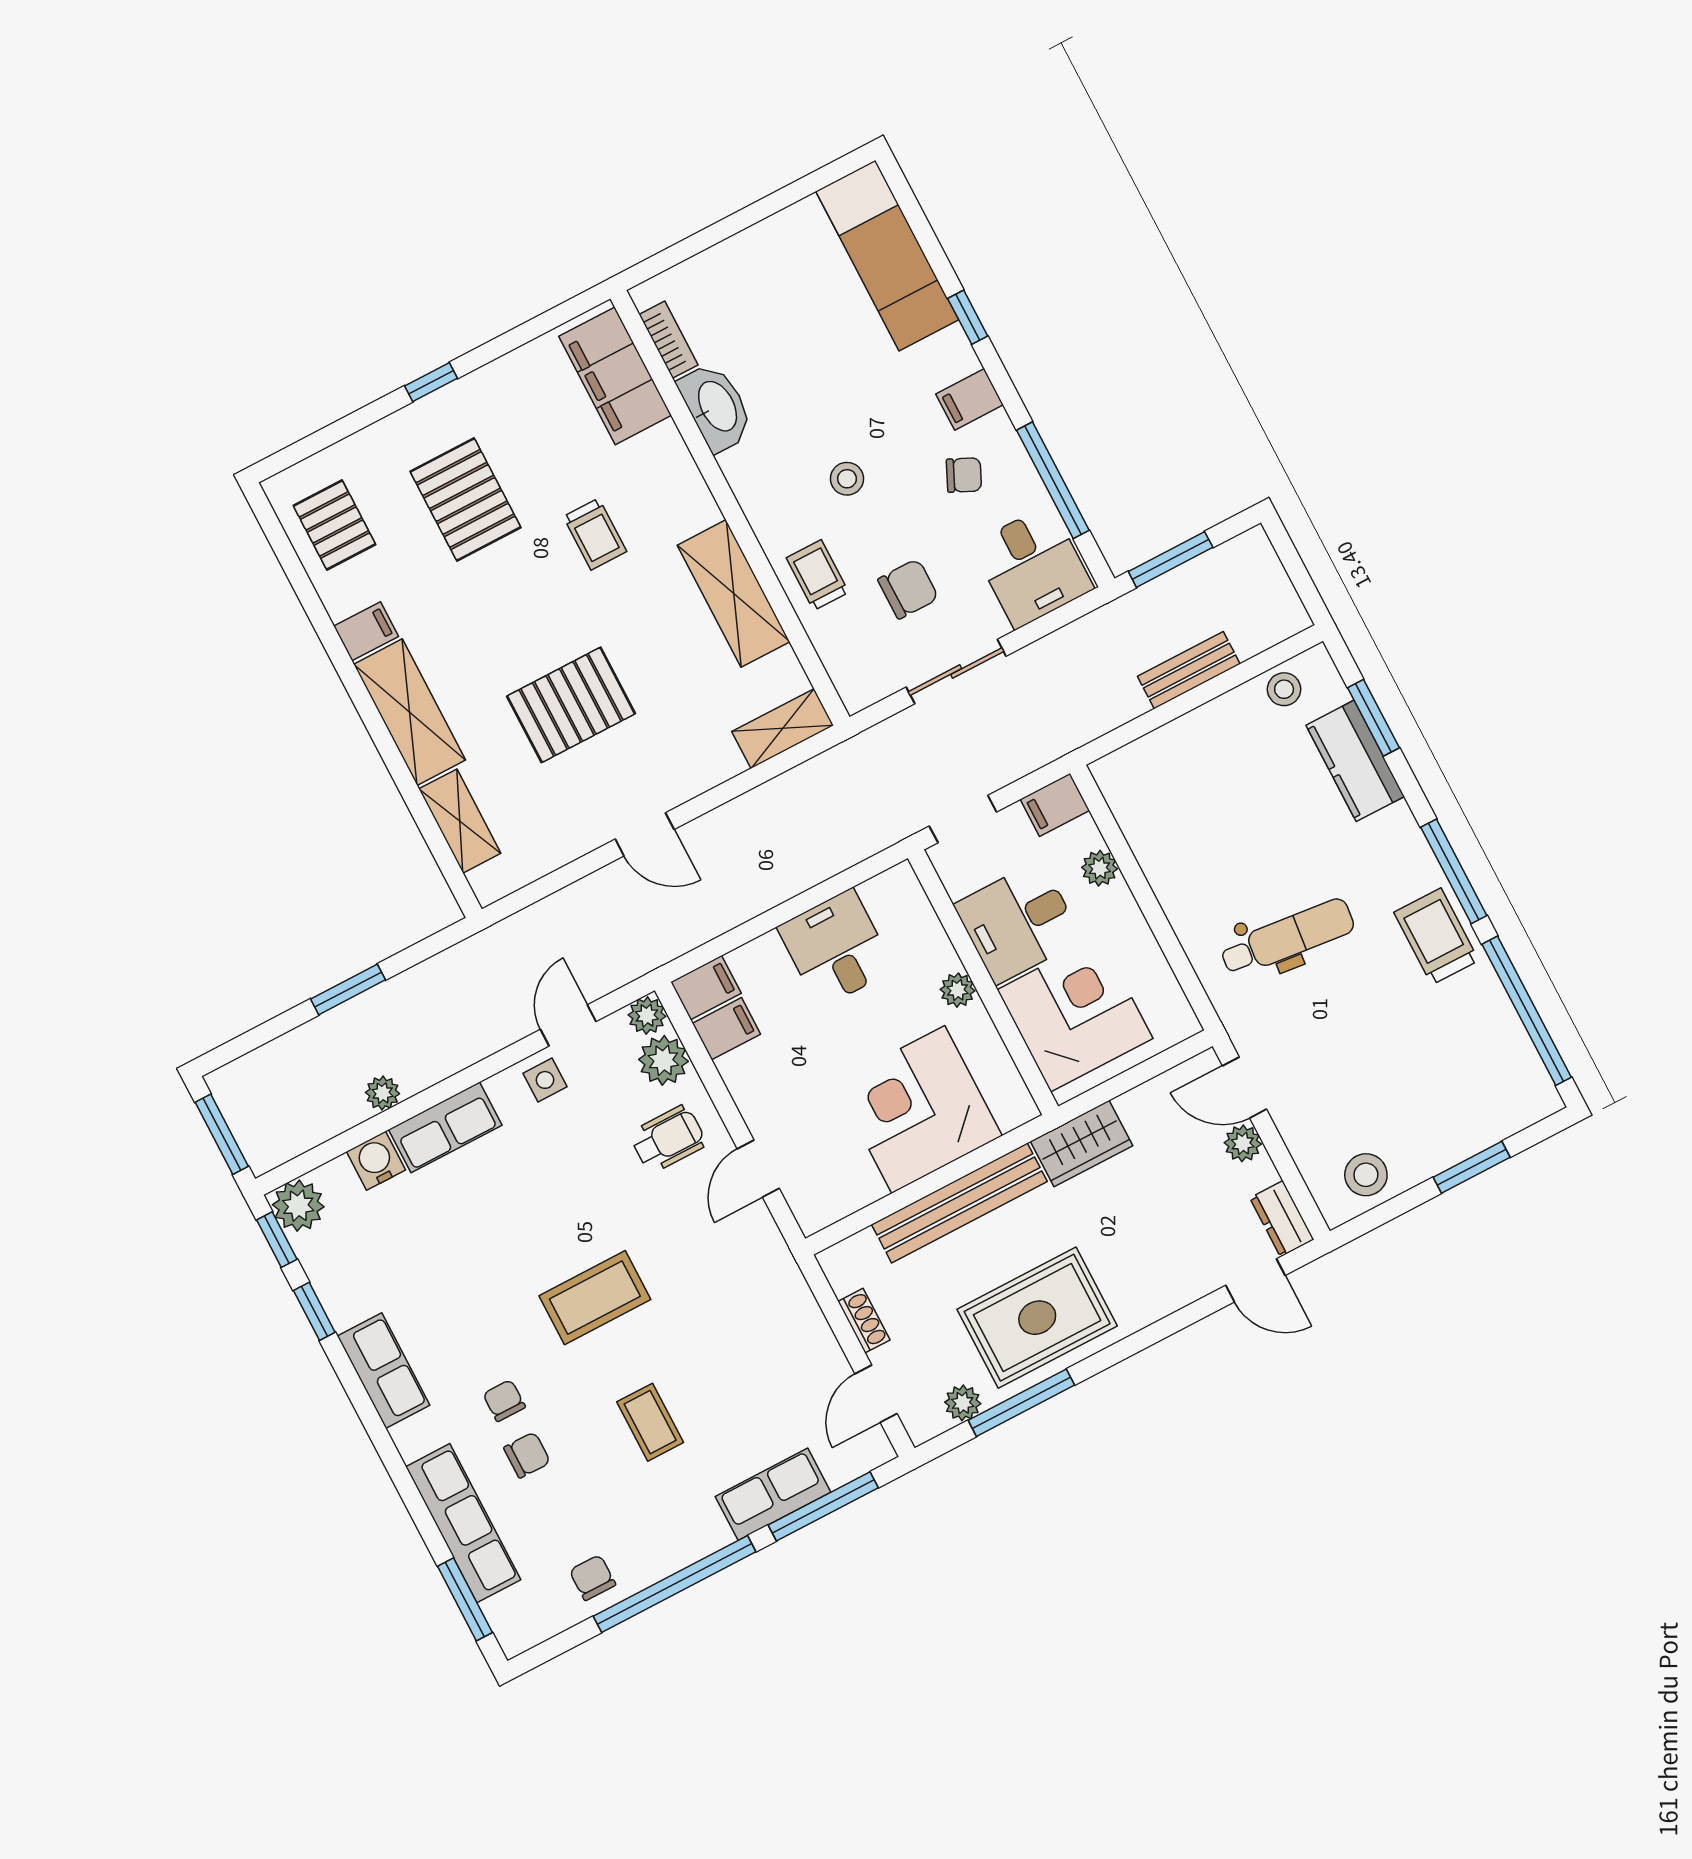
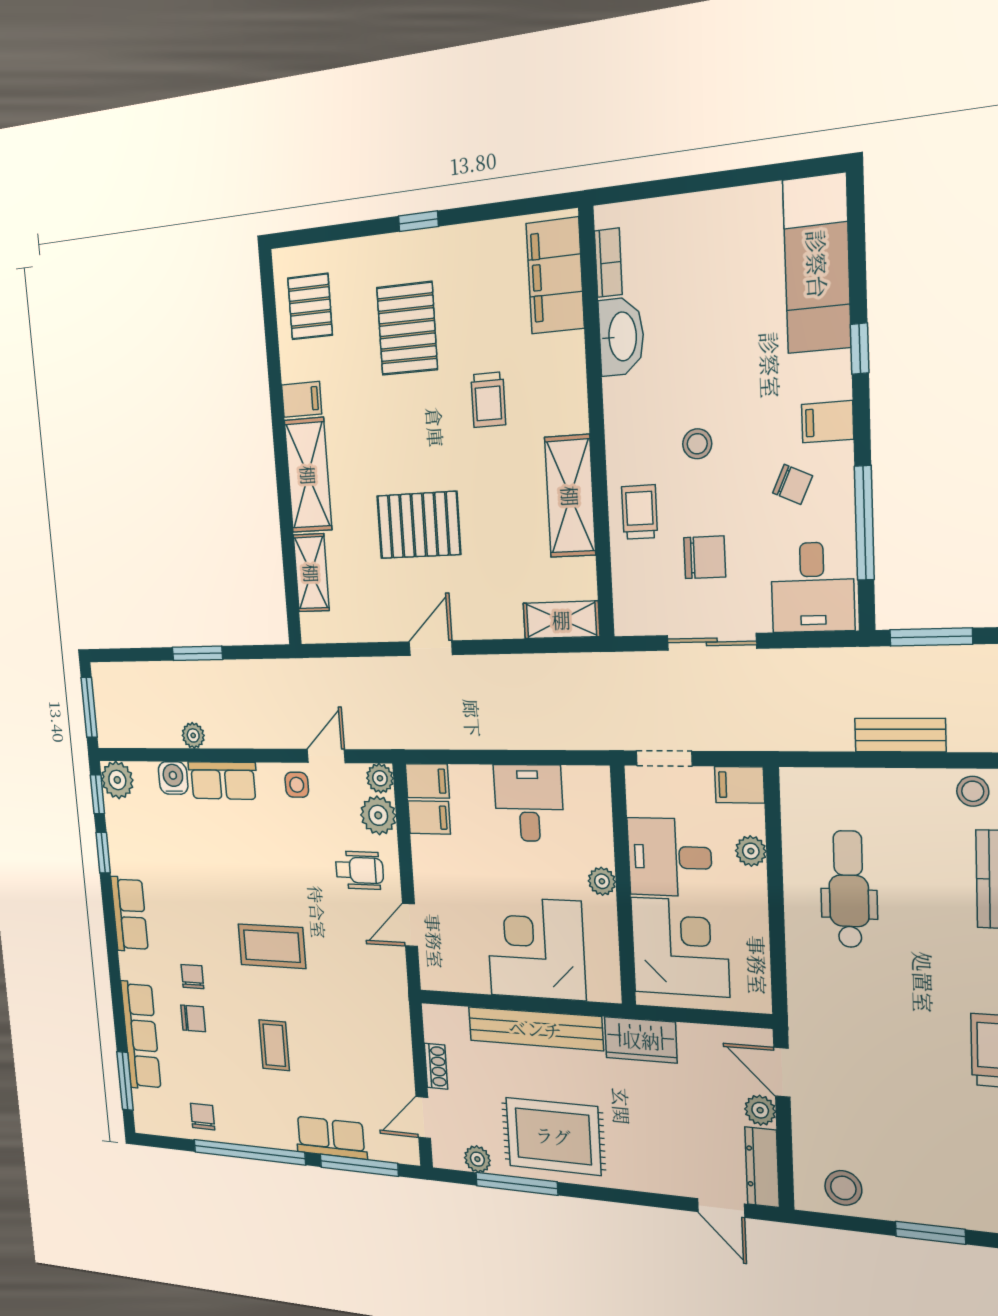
door: (645, 834) -> (431, 648), swing flipped
dental chair: (1287, 938) -> (849, 889), moved, turned -96
dresser: (1282, 1219) -> (762, 1167), width x1.44

